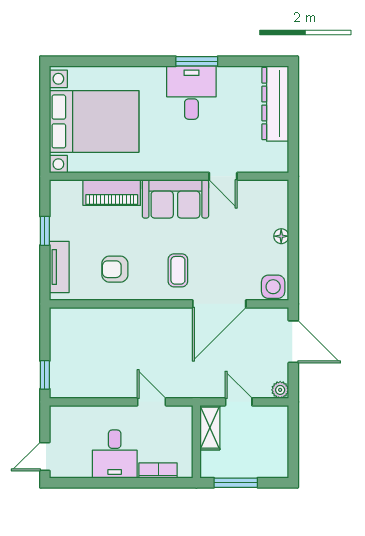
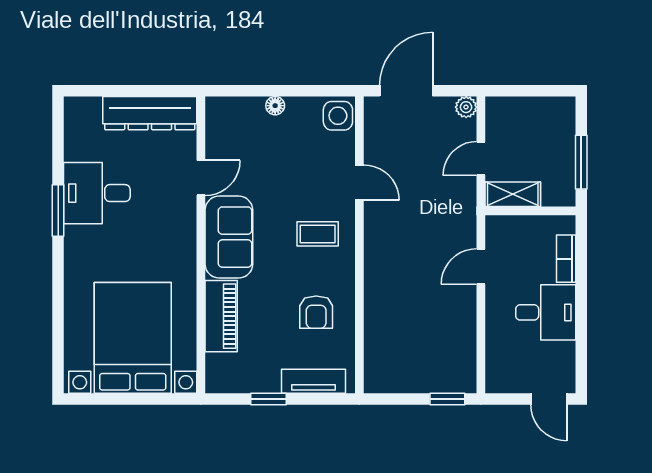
desk: (191, 93) -> (97, 193), moved
dresser: (275, 103) -> (150, 113), moved
door: (219, 304) -> (359, 183), width x0.53

